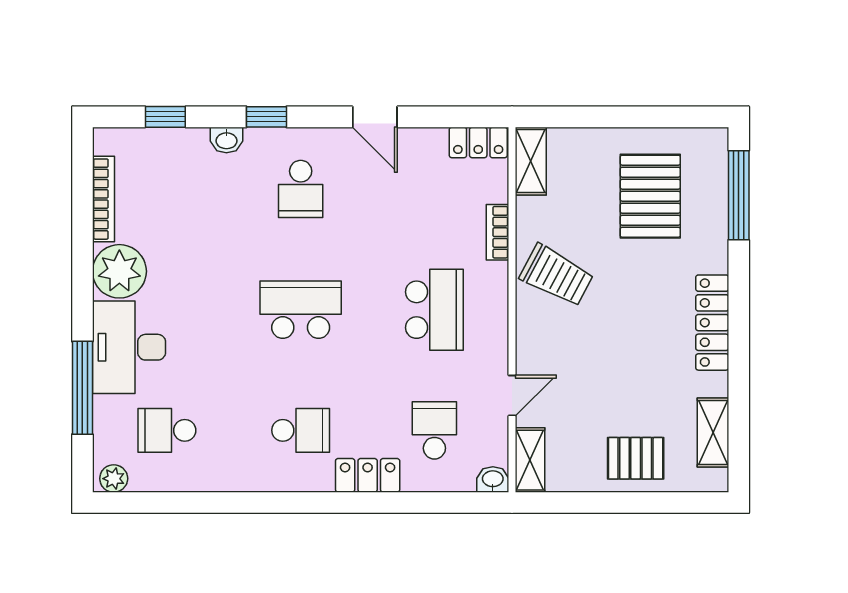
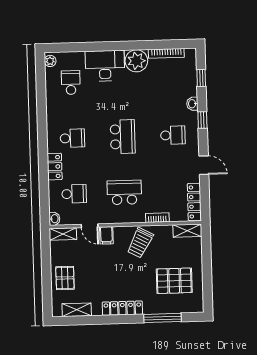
door: (375, 117) -> (204, 165), swing flipped
locker: (478, 142) -> (194, 202), width x1.53
school desk: (301, 189) -> (173, 135), turned 180
window: (739, 195) -> (163, 318), moved
school desk: (434, 310) -> (124, 192), turned 180
filing cabinet: (536, 356) -> (106, 235), added
window: (82, 388) -> (87, 47), removed
school desk: (301, 430) -> (72, 138), turned -90

